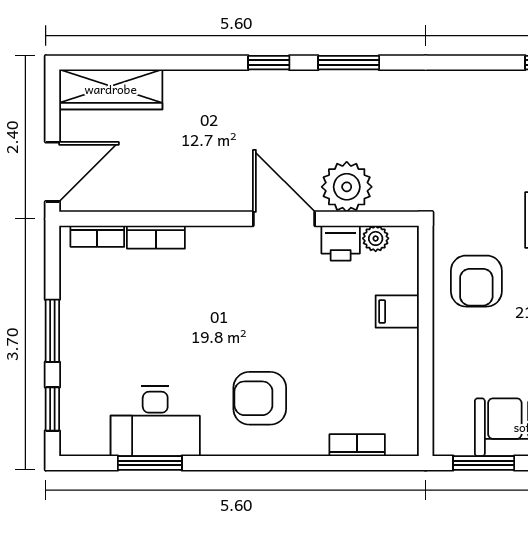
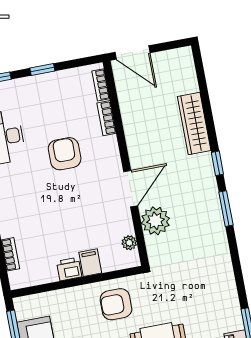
wardrobe: (111, 89) -> (194, 124), moved
printer: (341, 243) -> (69, 269), moved, turned 90
window: (52, 331) -> (42, 70), width x0.67
armchair: (260, 398) -> (65, 154), moved

